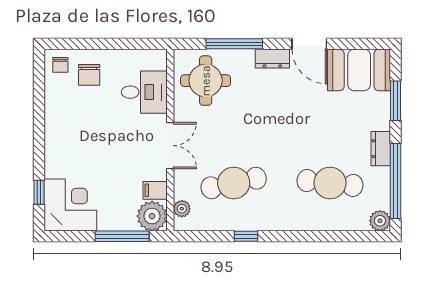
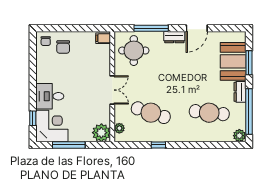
door: (309, 44) -> (197, 28), hinge flipped
booth: (359, 70) -> (233, 61), moved, turned 90
desk: (144, 92) -> (50, 96), moved, turned 180
cafe table: (234, 183) -> (151, 113), turned 30
filing cabinet: (155, 190) -> (103, 38), moved
window: (122, 236) -> (69, 145), moved

